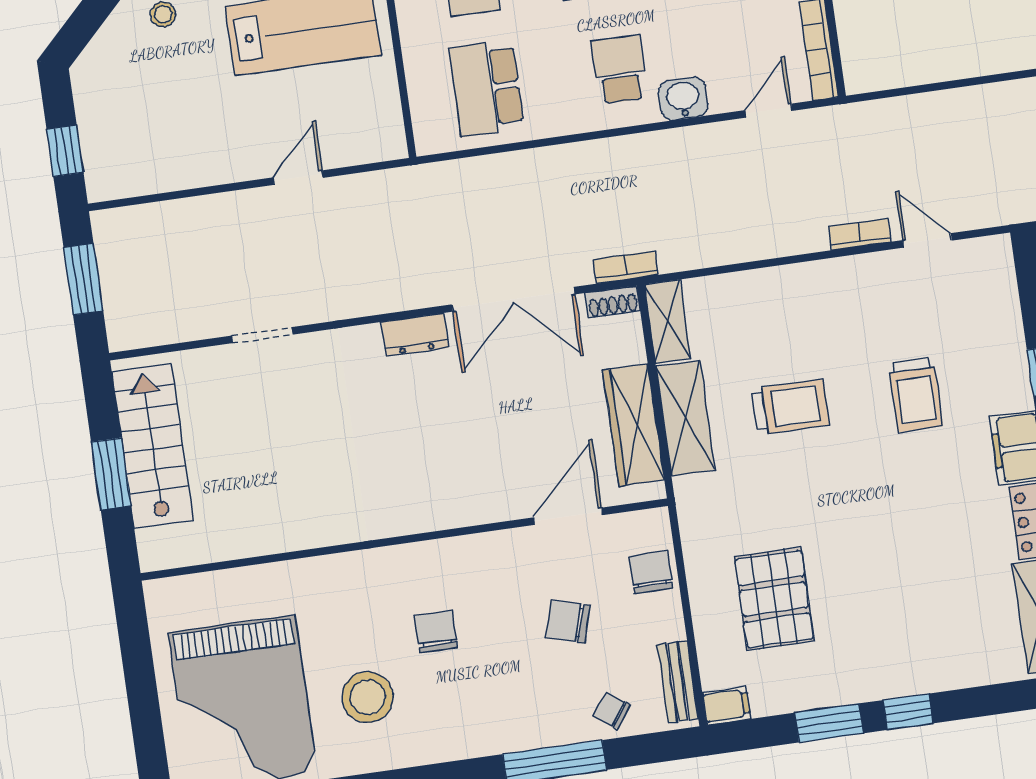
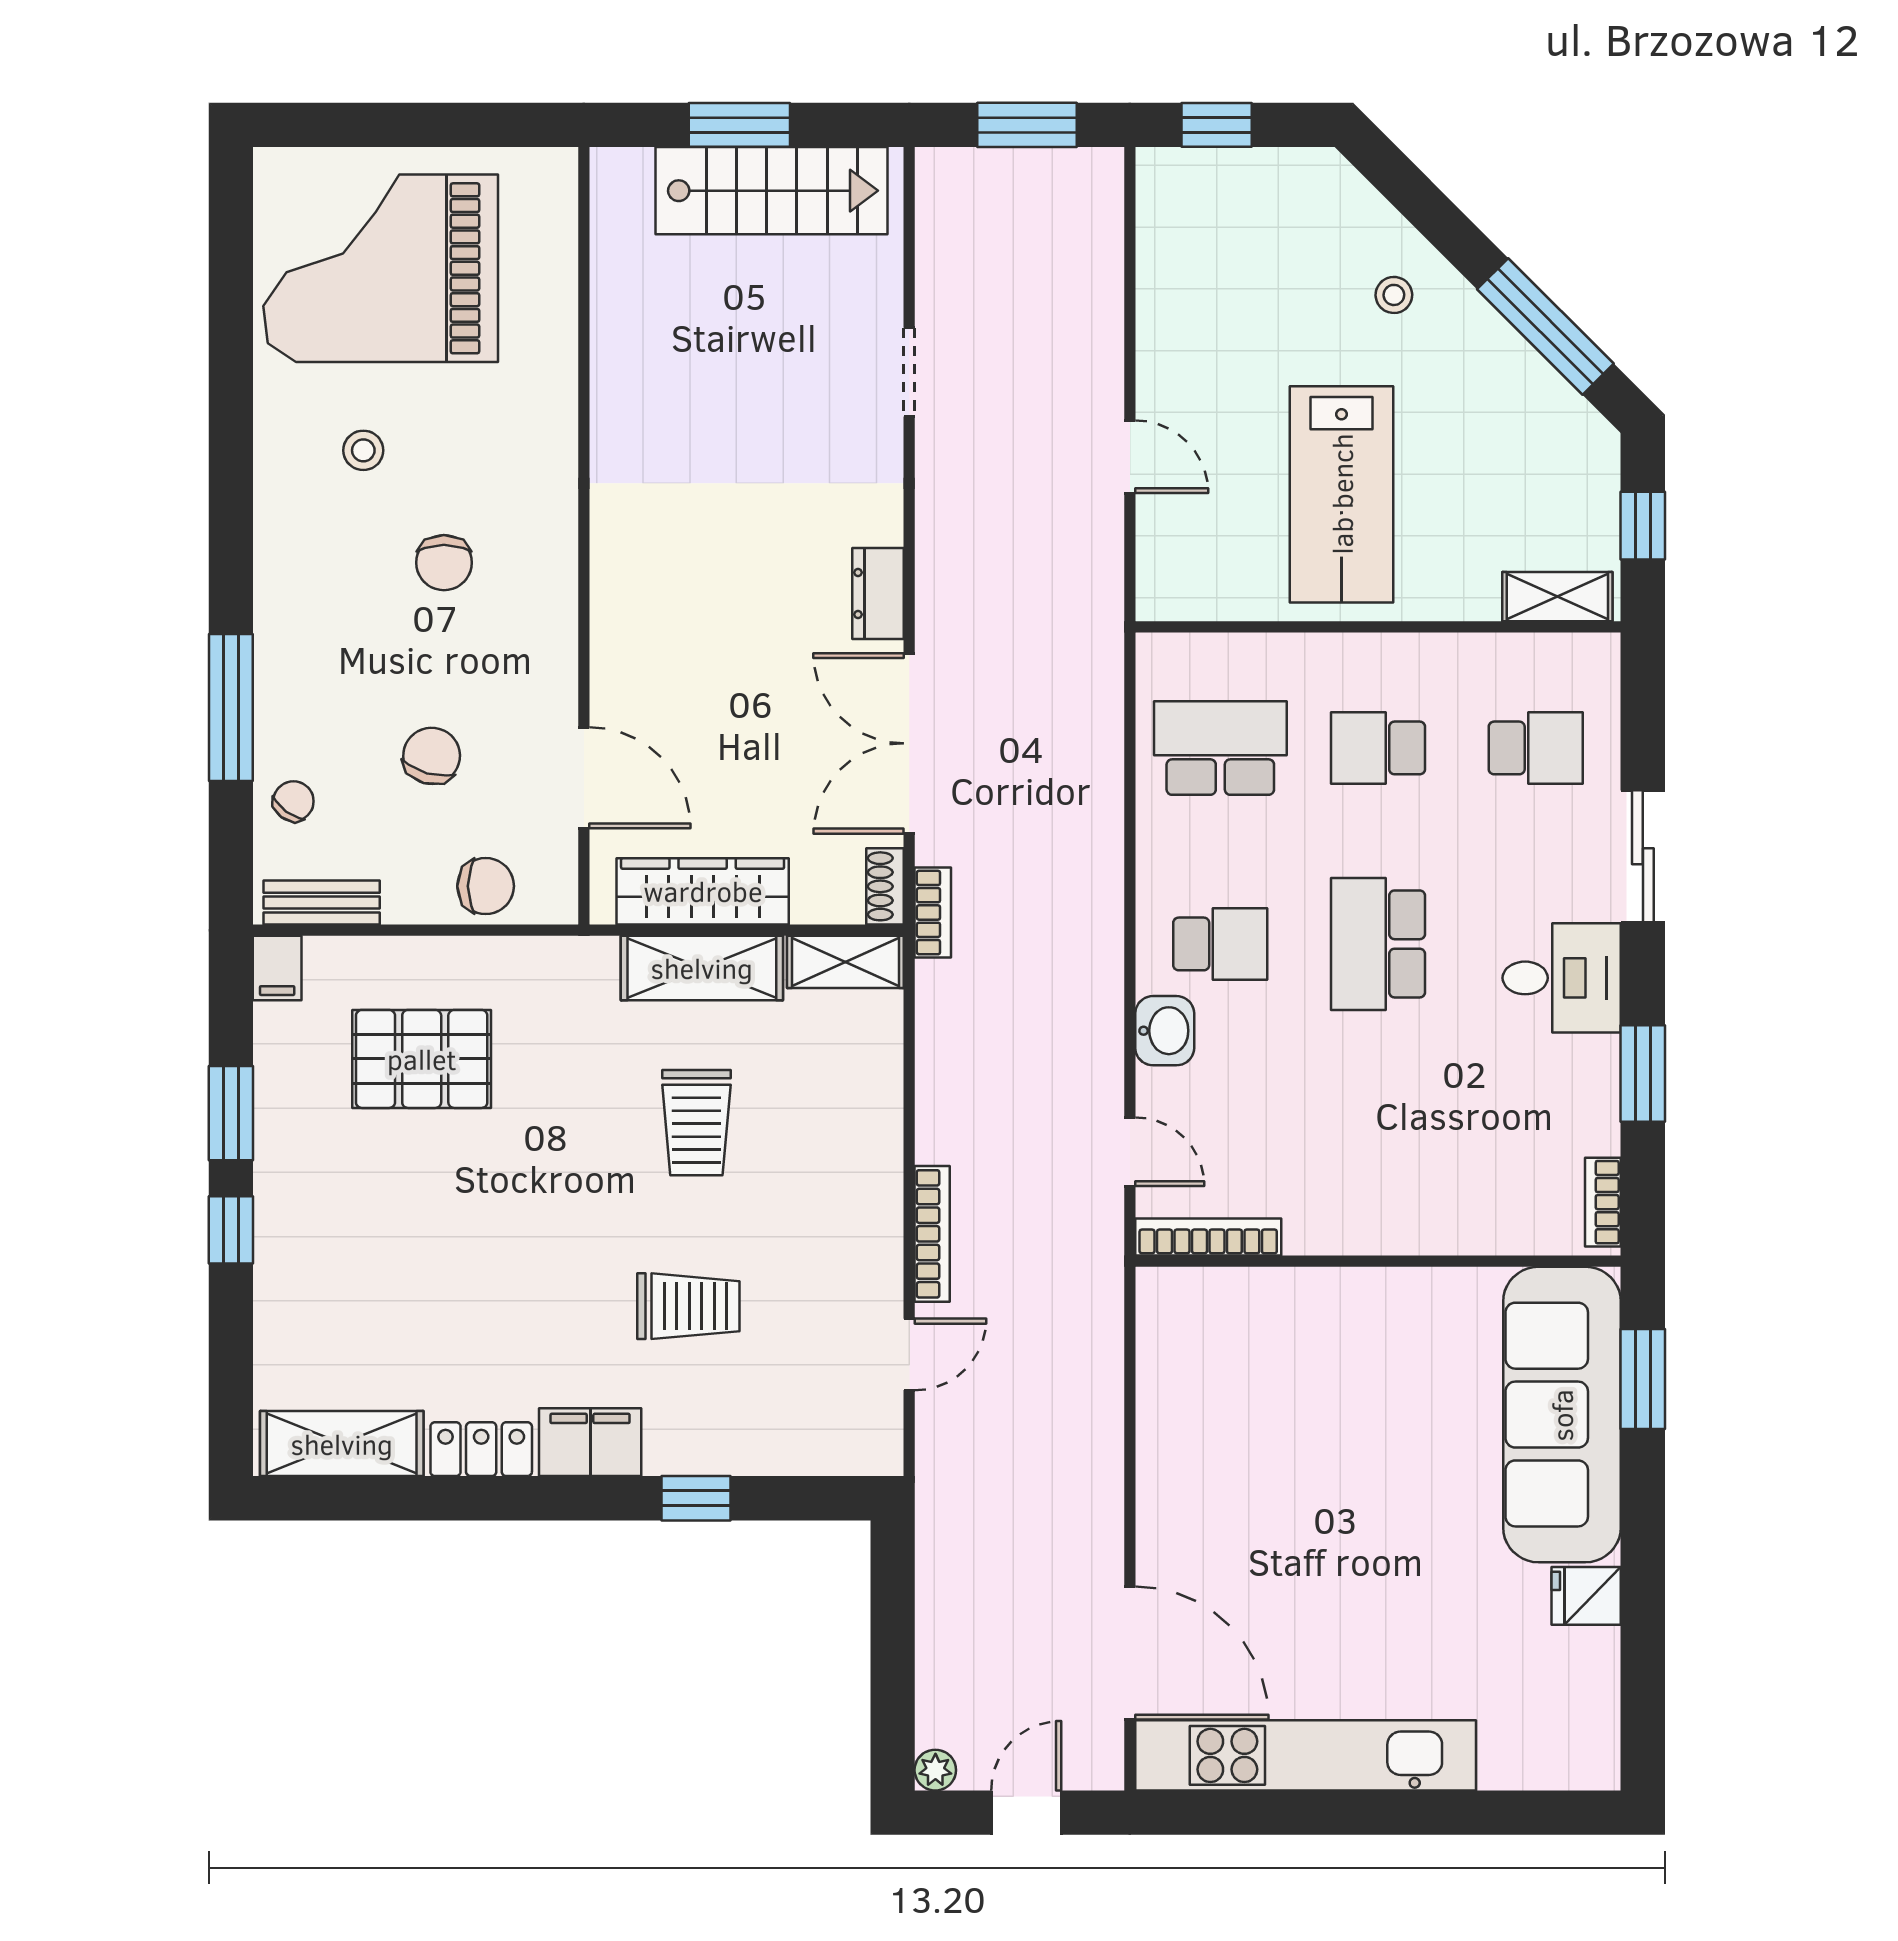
bookcase: (860, 234) -> (932, 1234), width x1.56
trolley: (916, 395) -> (688, 1306), turned 180
chair: (436, 632) -> (444, 563), turned 90
stool: (368, 697) -> (363, 450), width x0.53, depth x0.53

